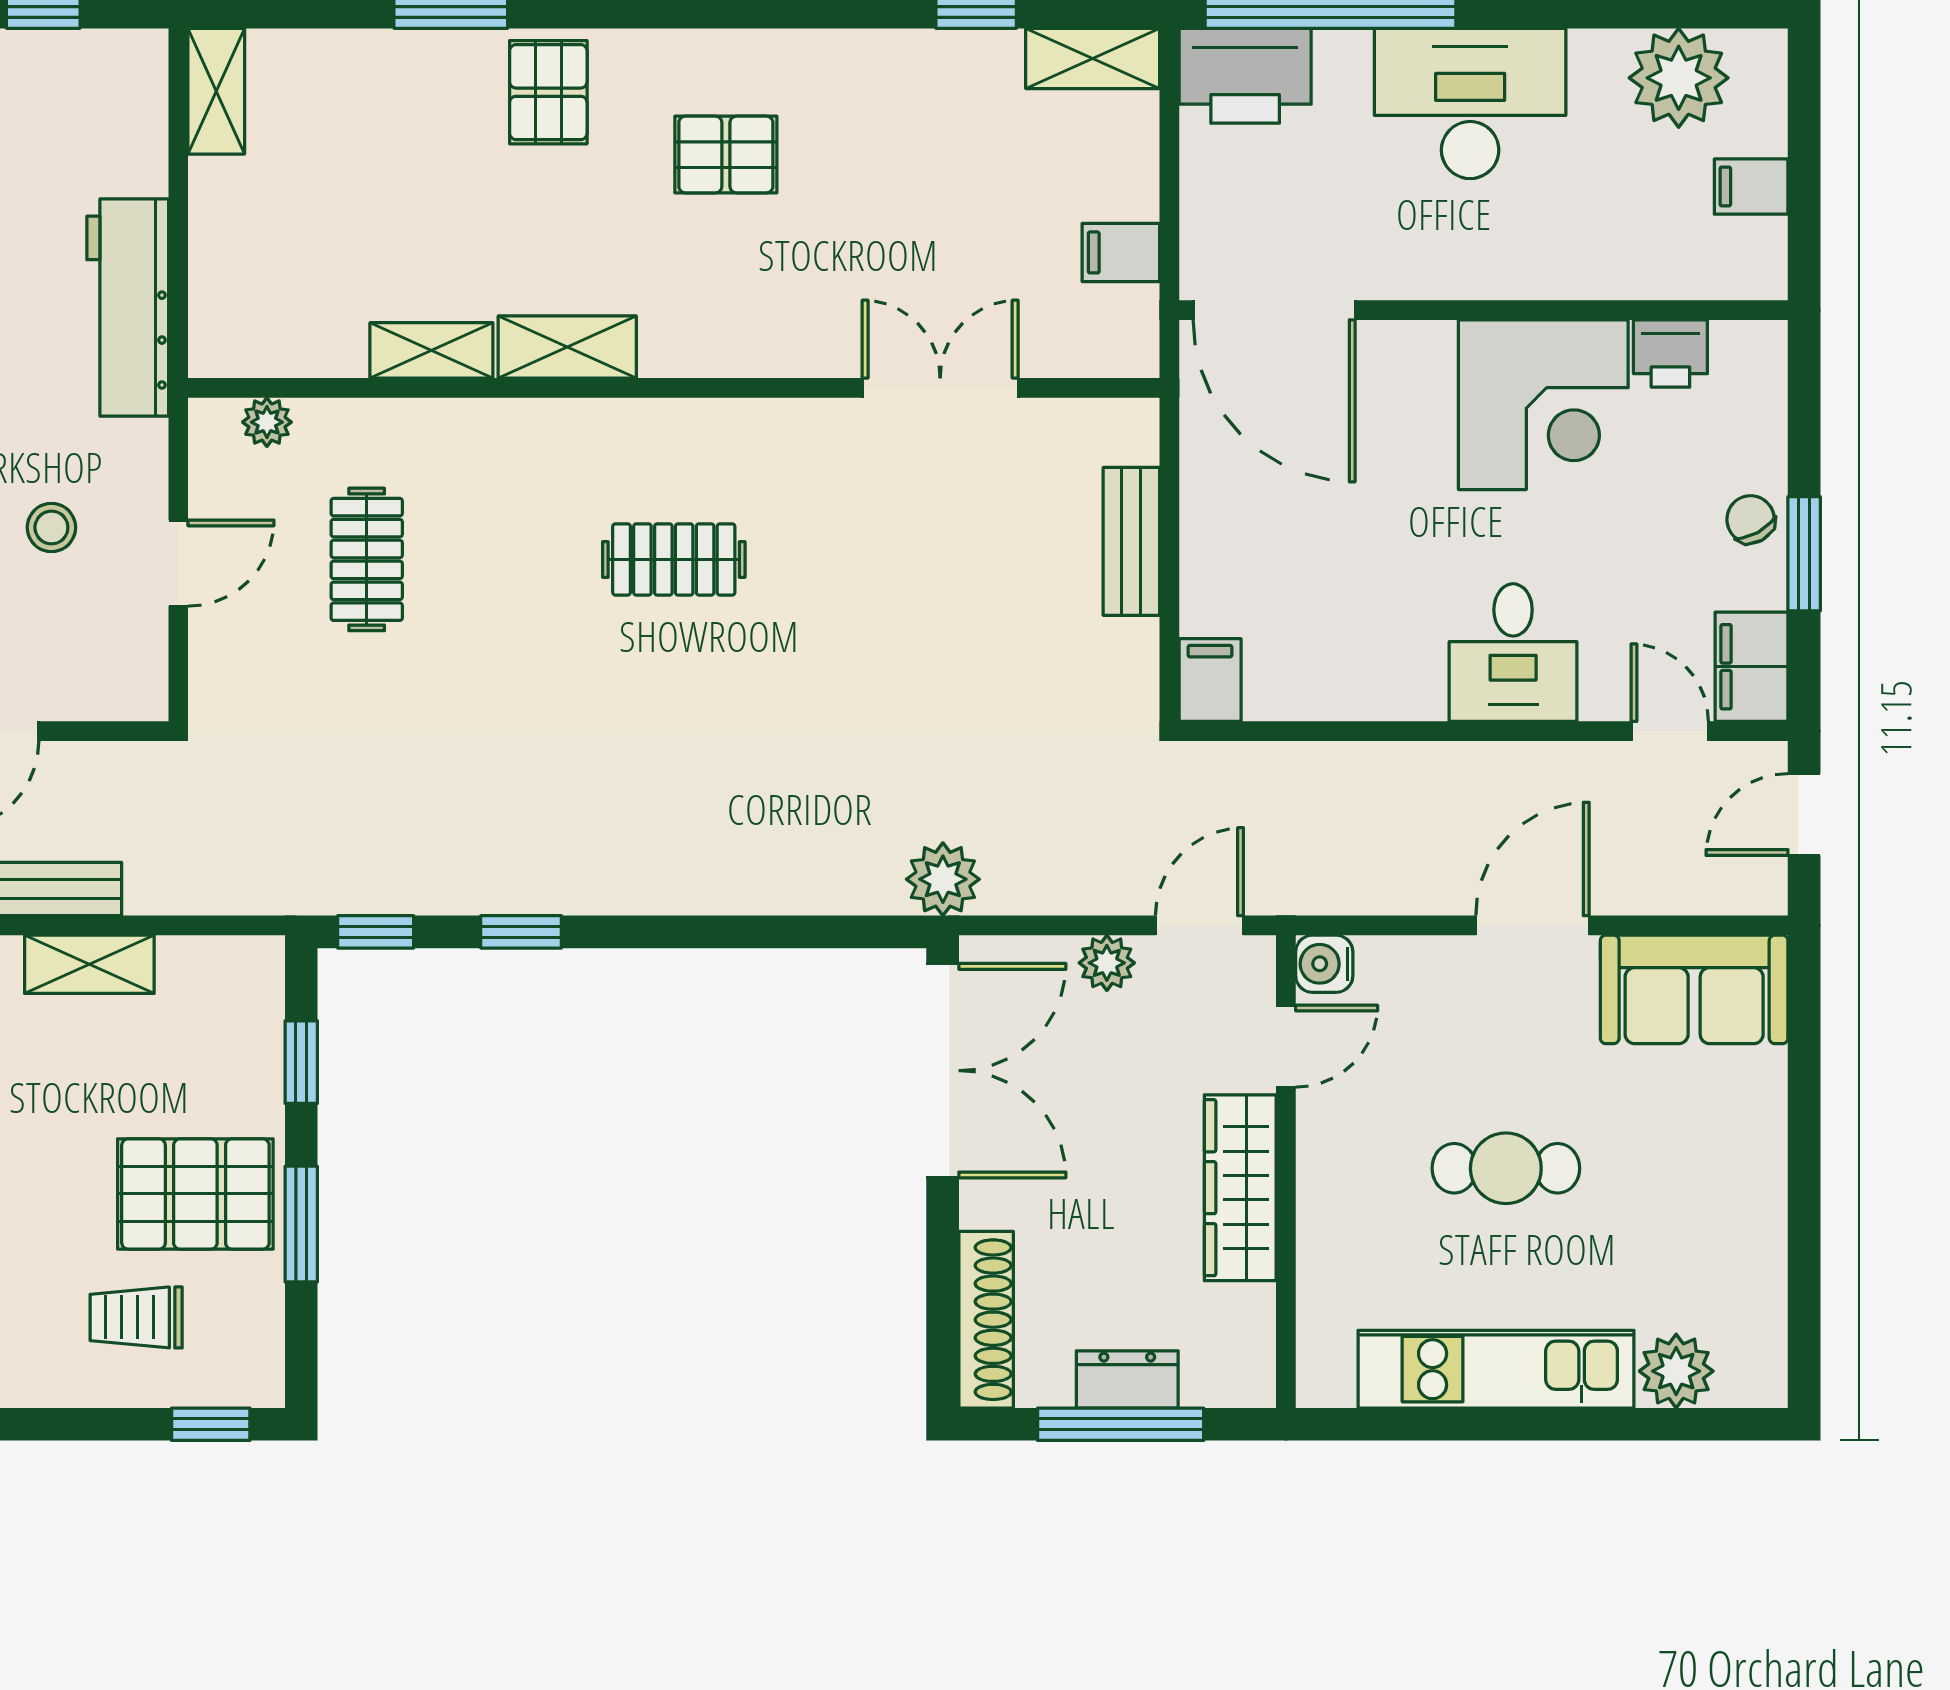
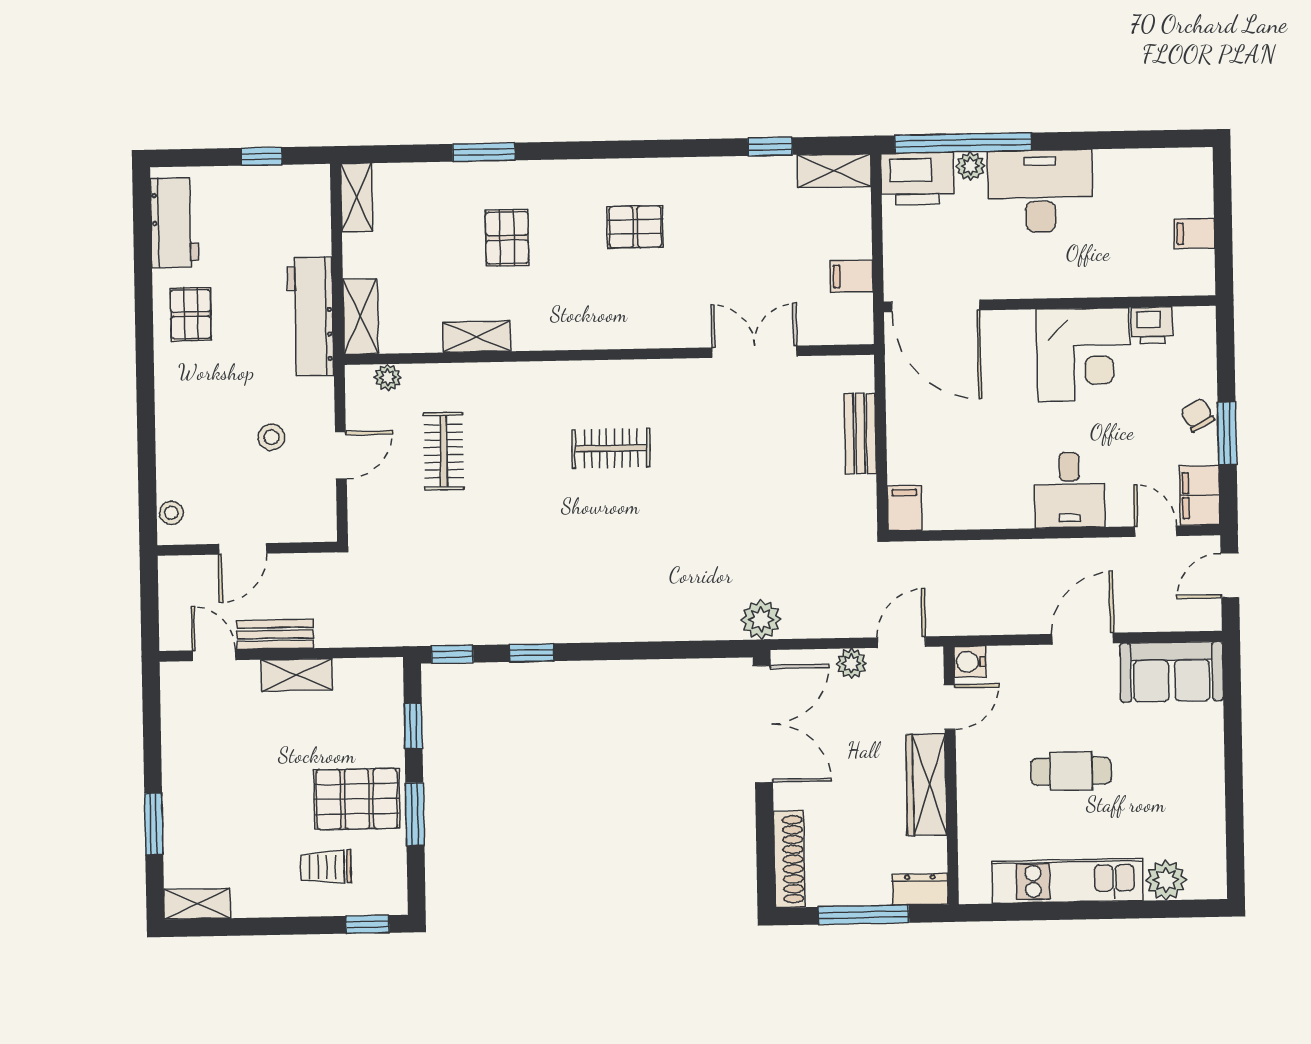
plant: (1679, 78) -> (970, 166), moved, width x0.53, depth x0.53
pallet: (548, 92) -> (507, 238), moved
shelving: (567, 347) -> (360, 316), moved, turned 90
dresser: (1127, 1379) -> (920, 889), moved

